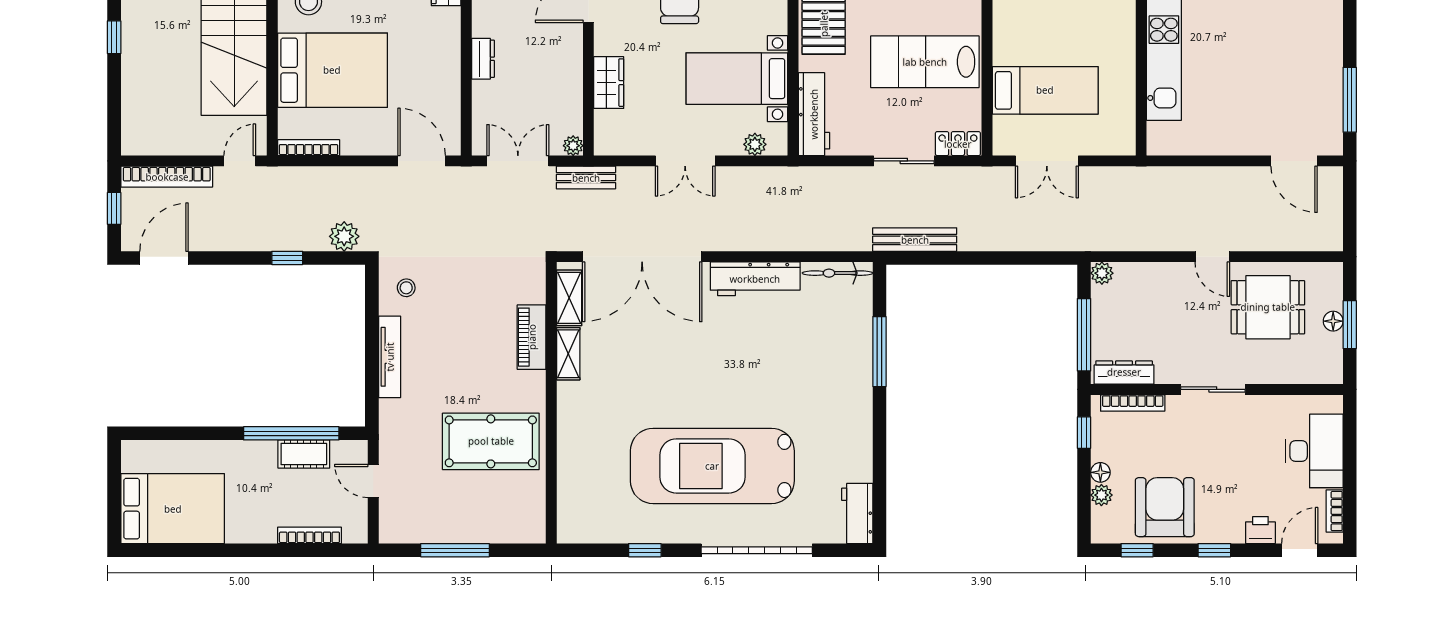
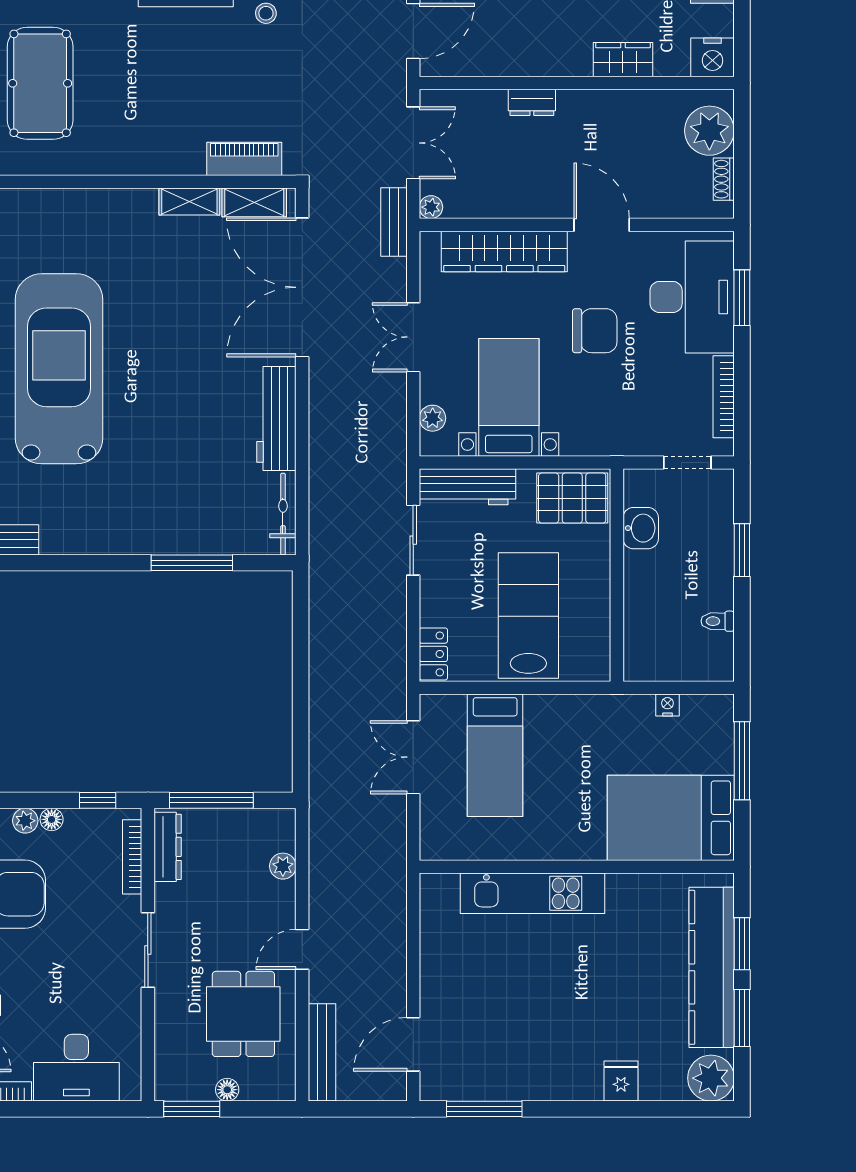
wardrobe: (609, 83) -> (504, 251), width x2.10, depth x1.17
sliding door: (904, 161) -> (413, 540), moved
bench: (915, 240) -> (322, 1052), moved
plant: (1102, 273) -> (283, 866), moved
window: (1350, 325) -> (192, 1109), moved
piano: (532, 337) -> (244, 159), moved
pool table: (491, 441) -> (40, 83), moved

